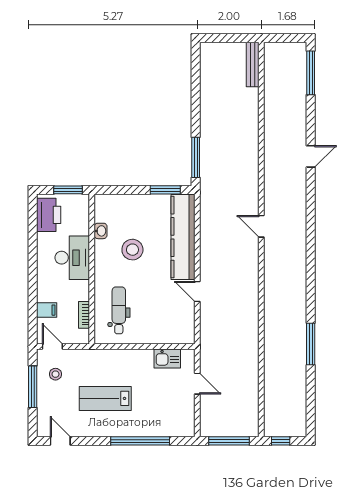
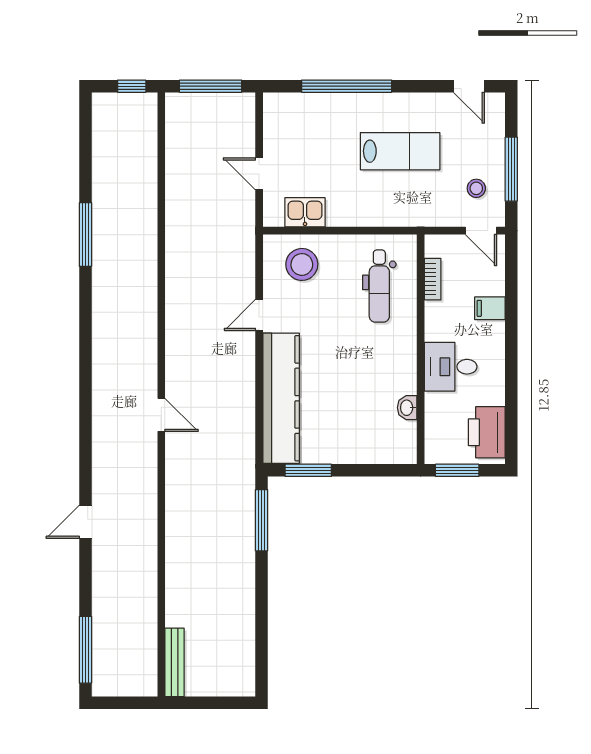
stool: (132, 250) -> (302, 264), moved
desk: (72, 258) -> (451, 367), width x0.73
door: (197, 291) -> (259, 315), swing flipped
filing cabinet: (47, 310) -> (490, 308), moved

